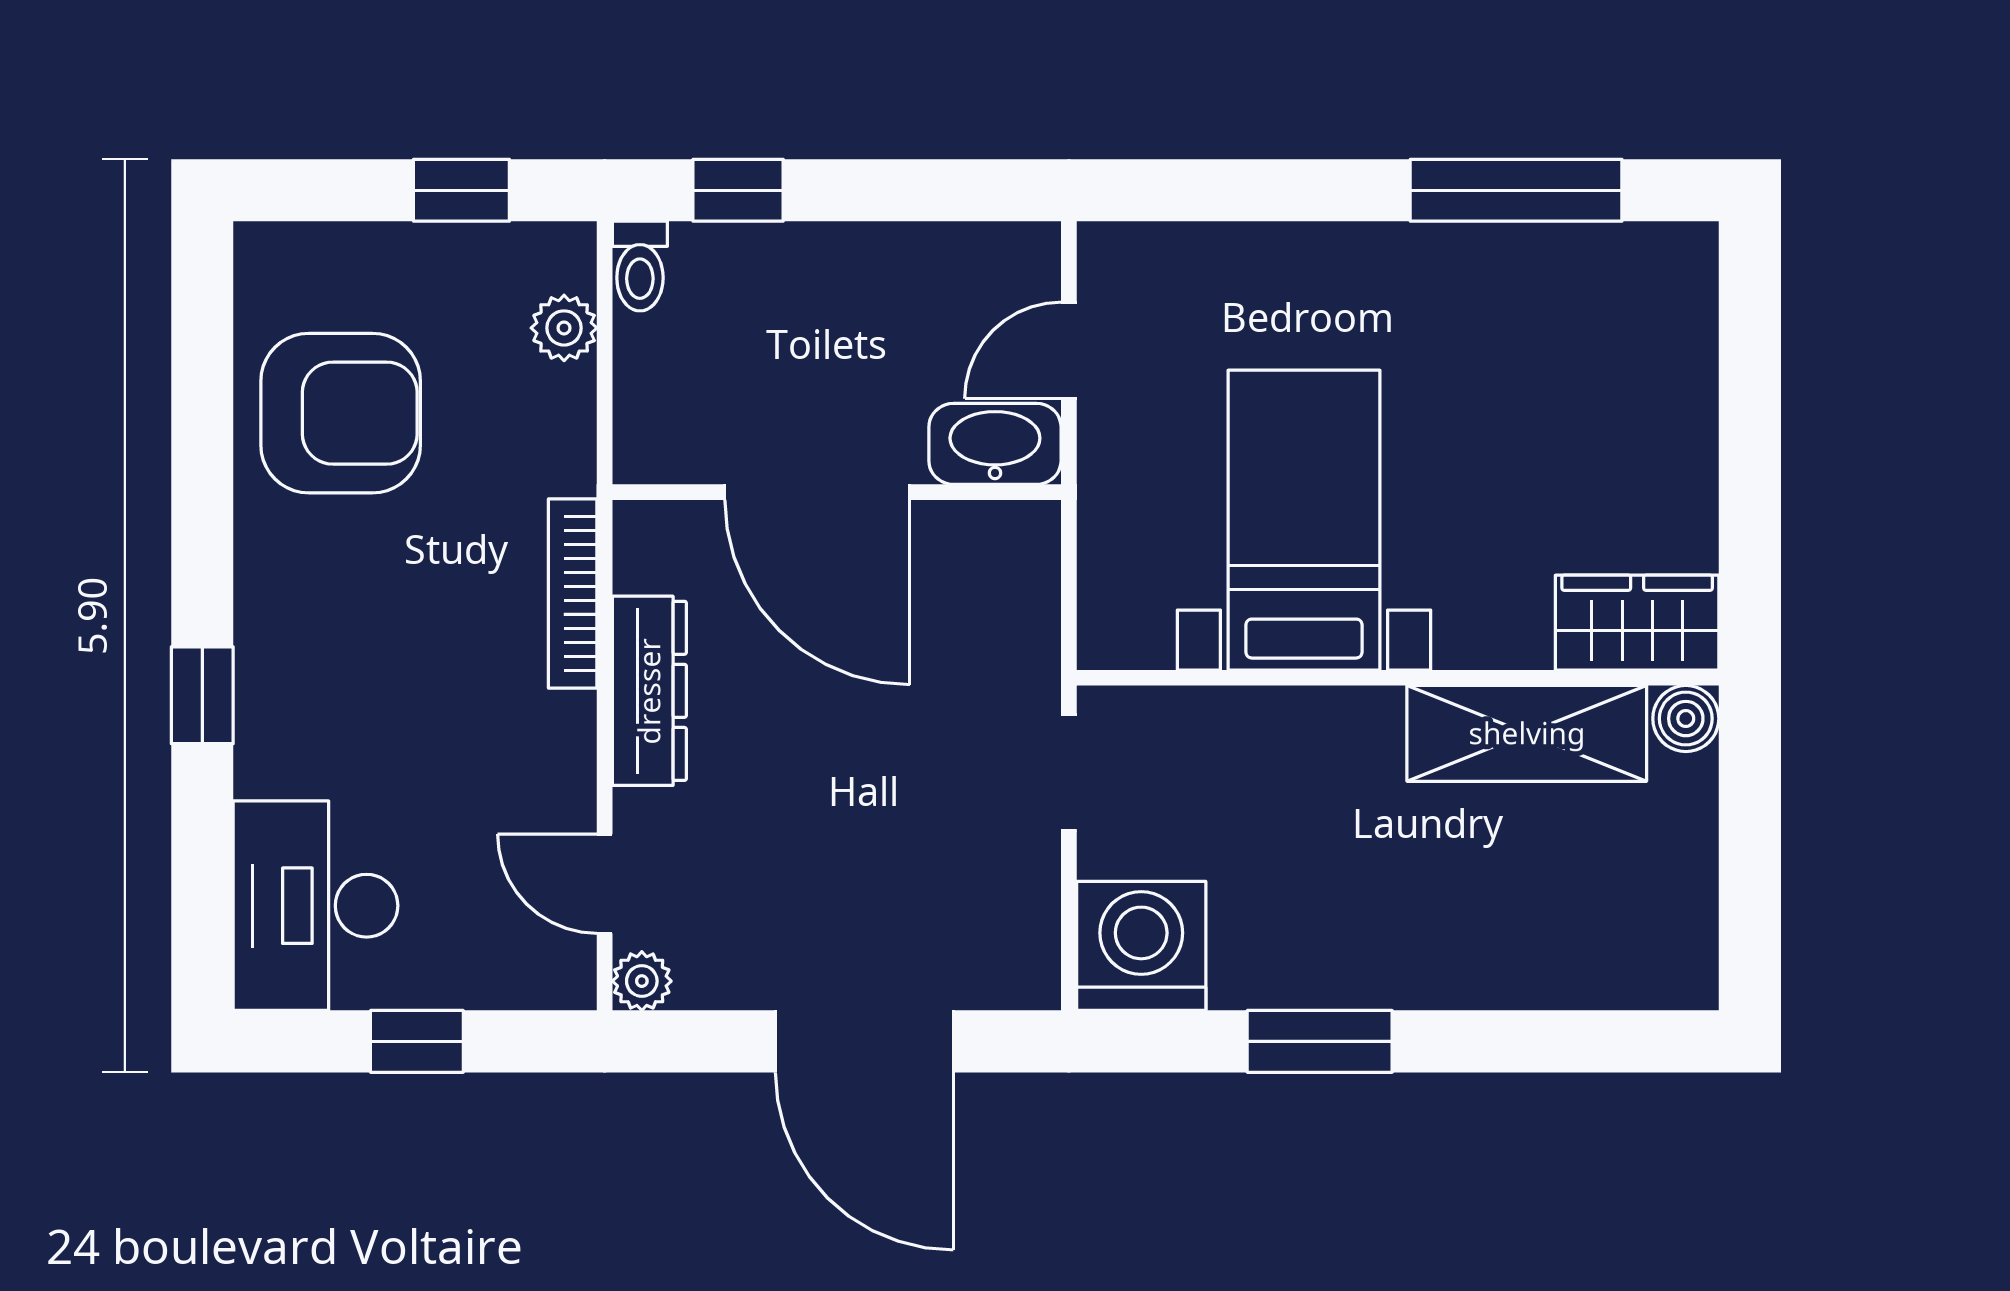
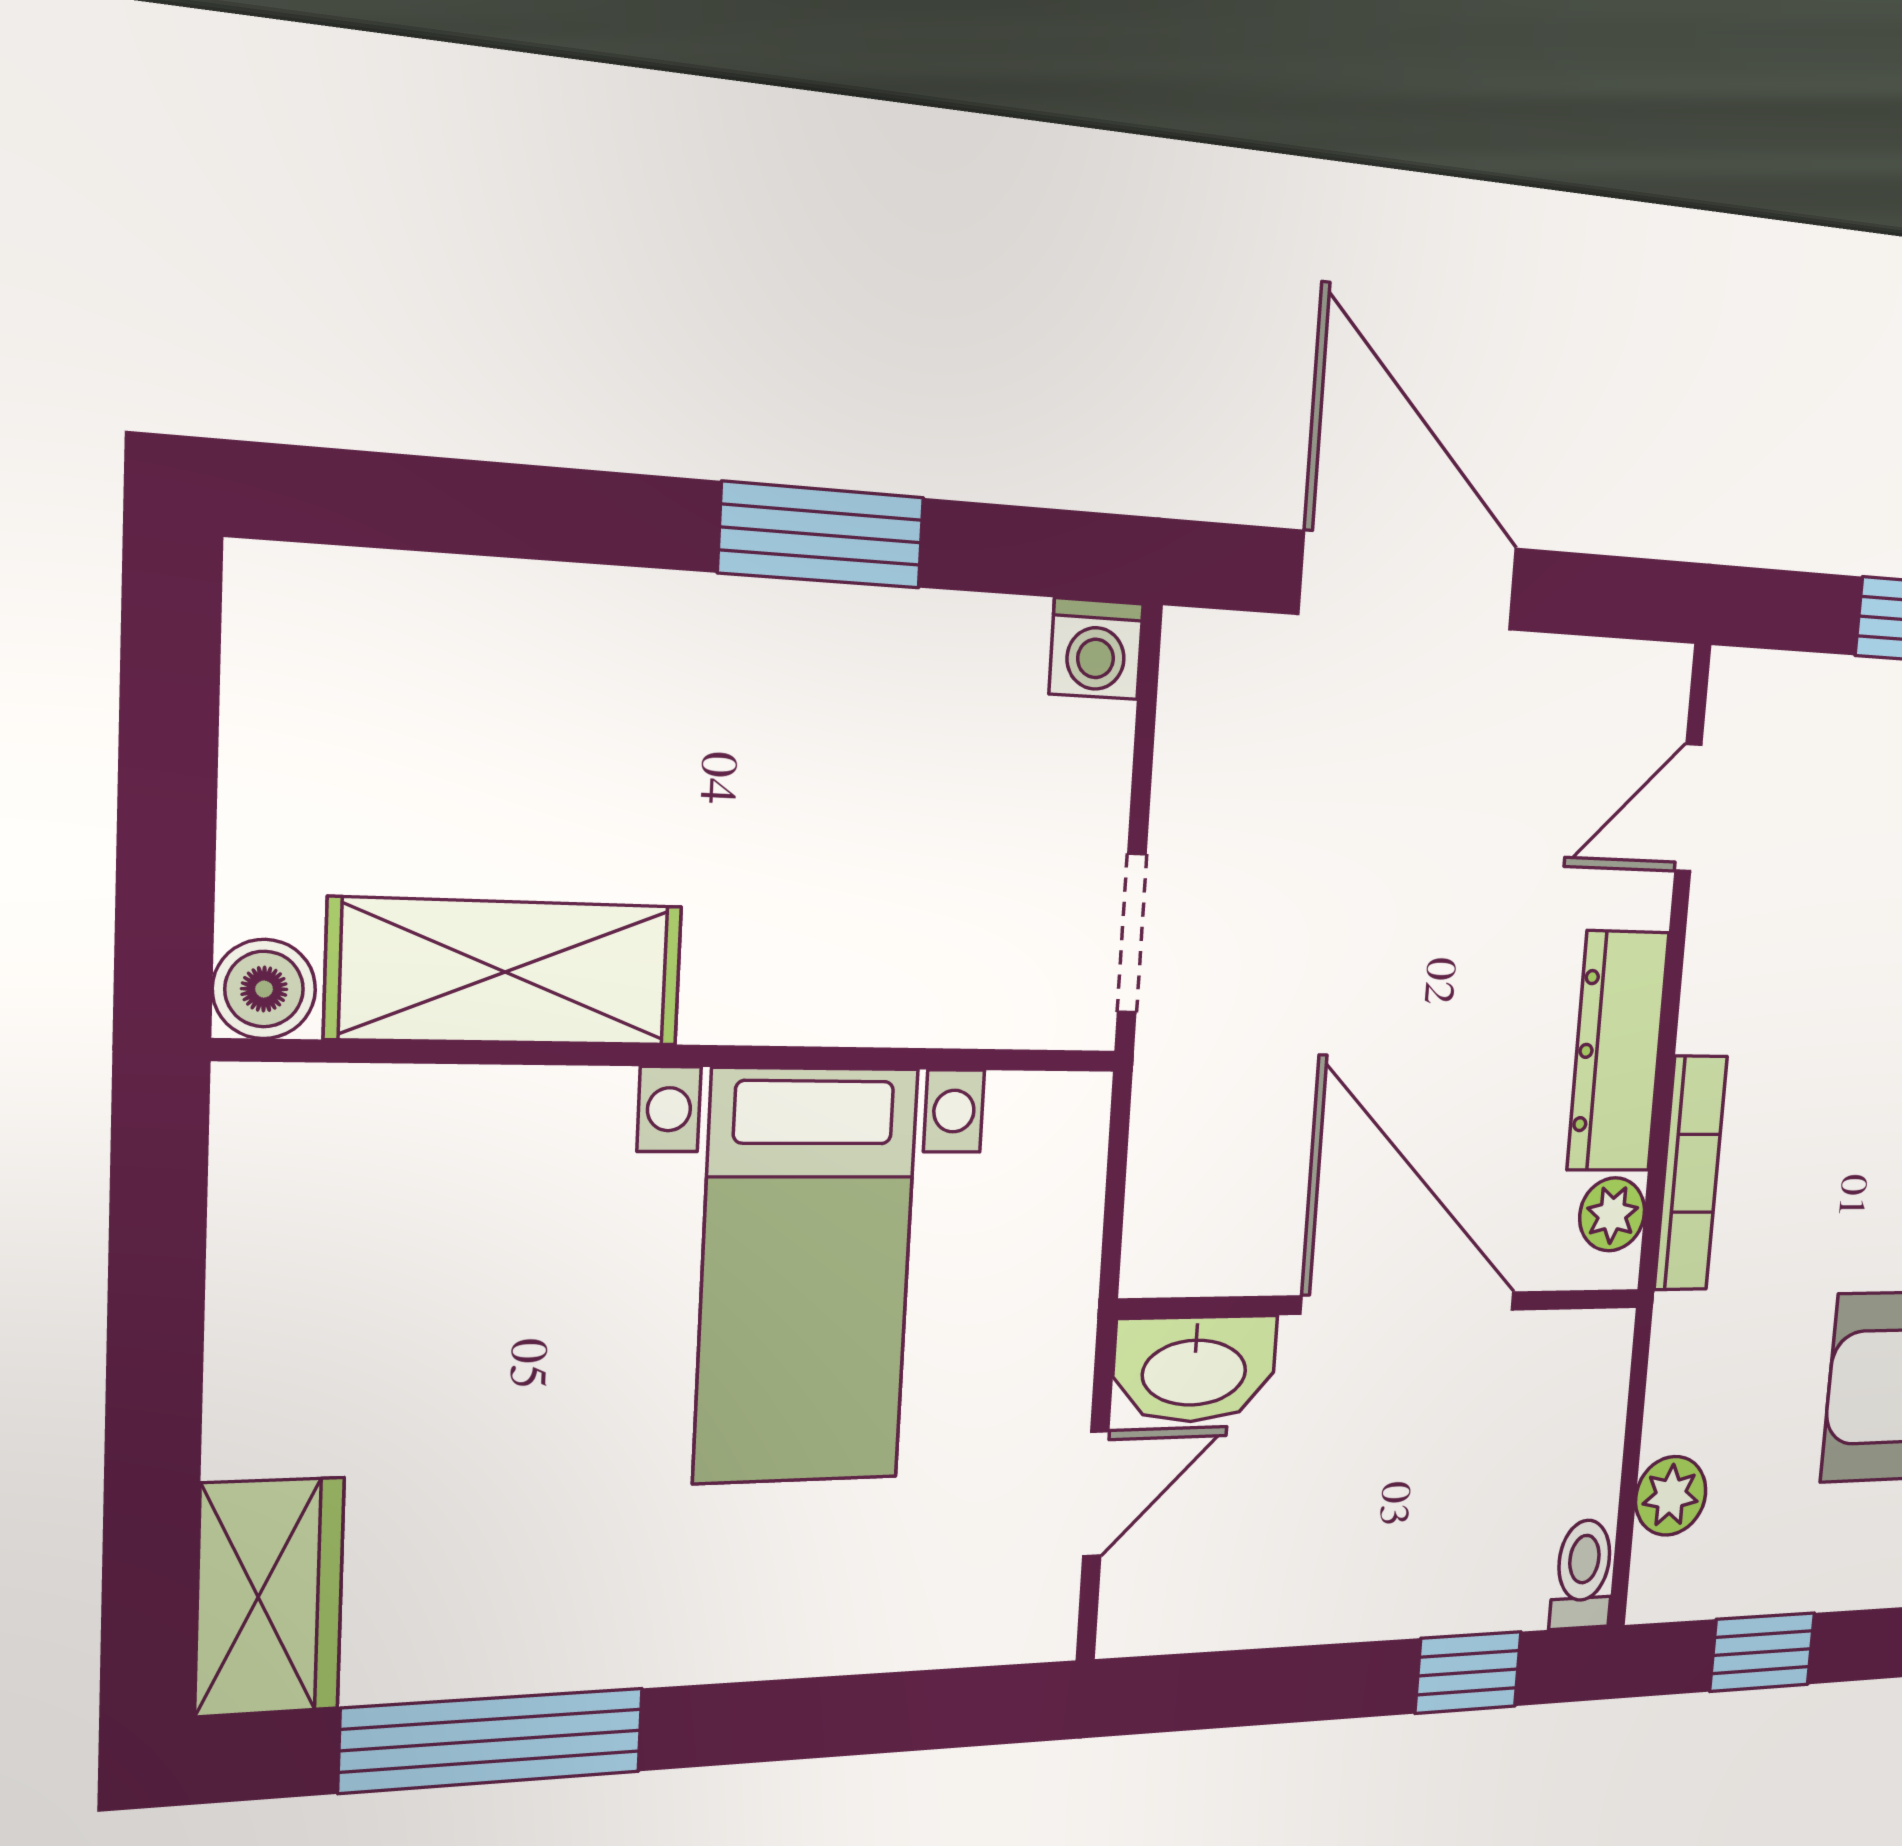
wardrobe: (1637, 623) -> (270, 1597), moved, turned -90
door: (605, 884) -> (1688, 808), swing flipped
washing machine: (1141, 946) -> (1096, 649), width x0.53, depth x0.53
plant: (642, 981) -> (1612, 1214), moved

